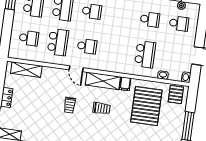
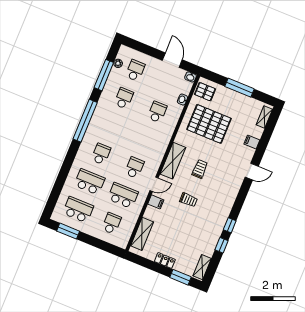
school desk: (145, 54) -> (157, 112), width x0.54
filing cabinet: (125, 84) -> (156, 202), moved

